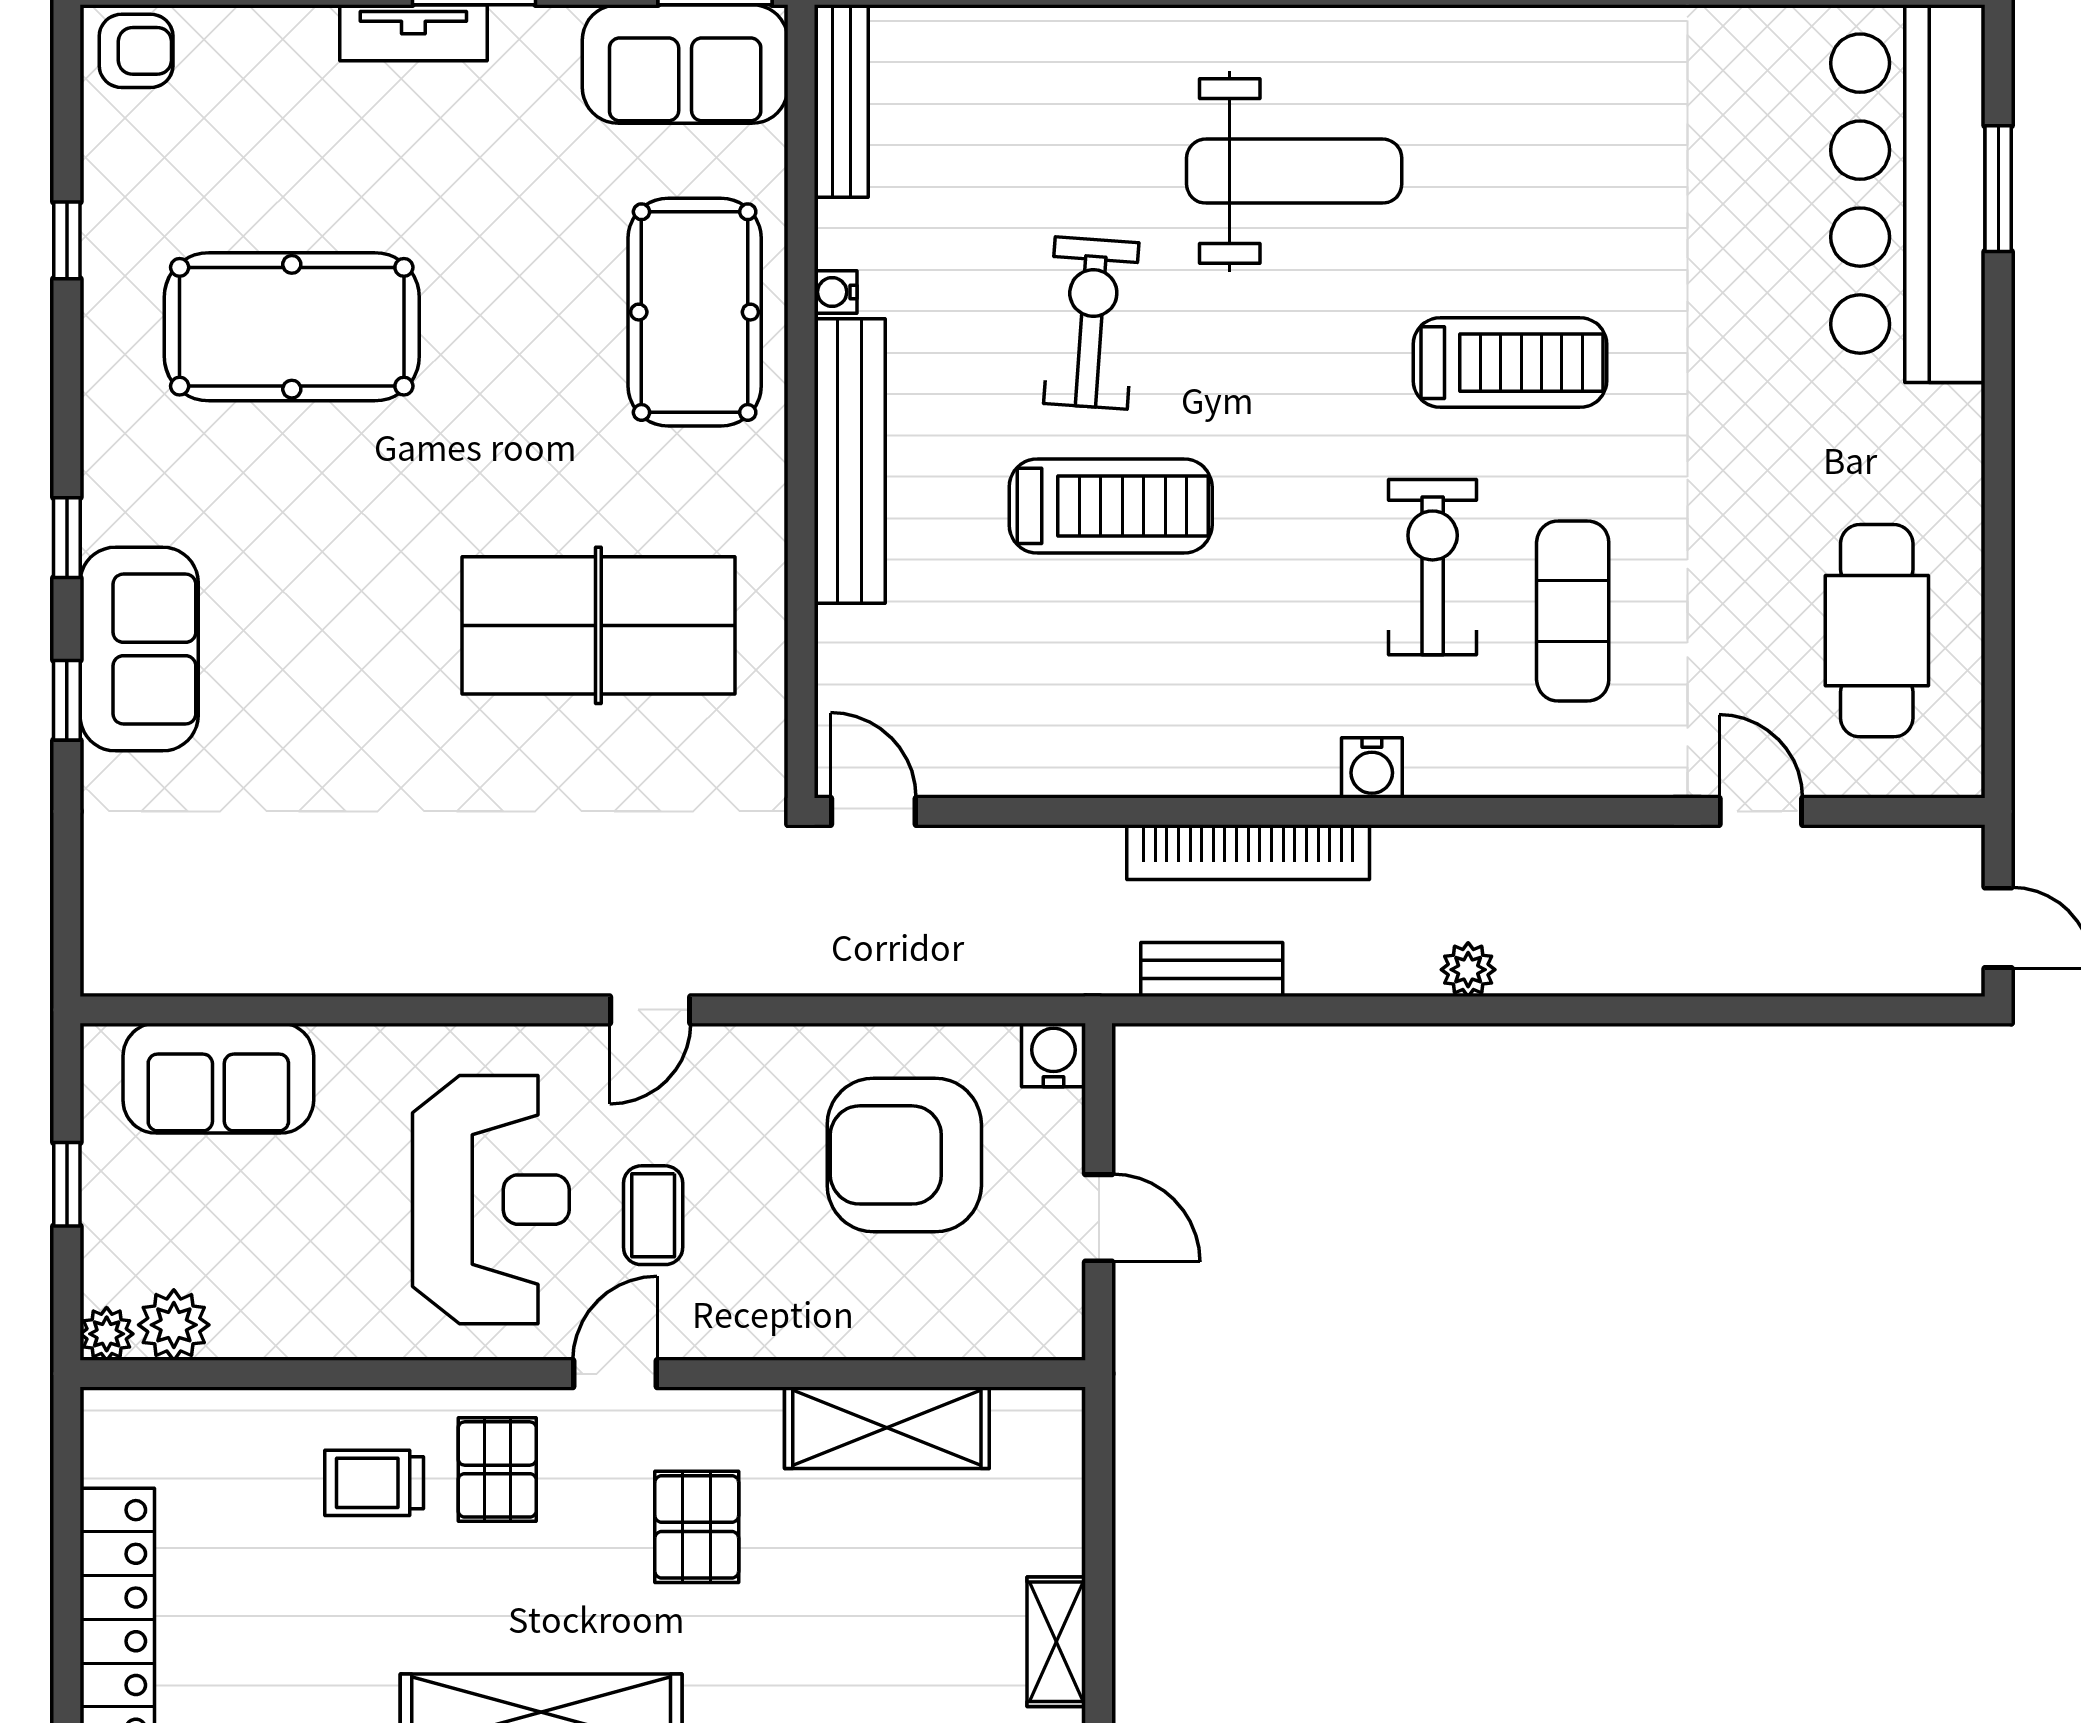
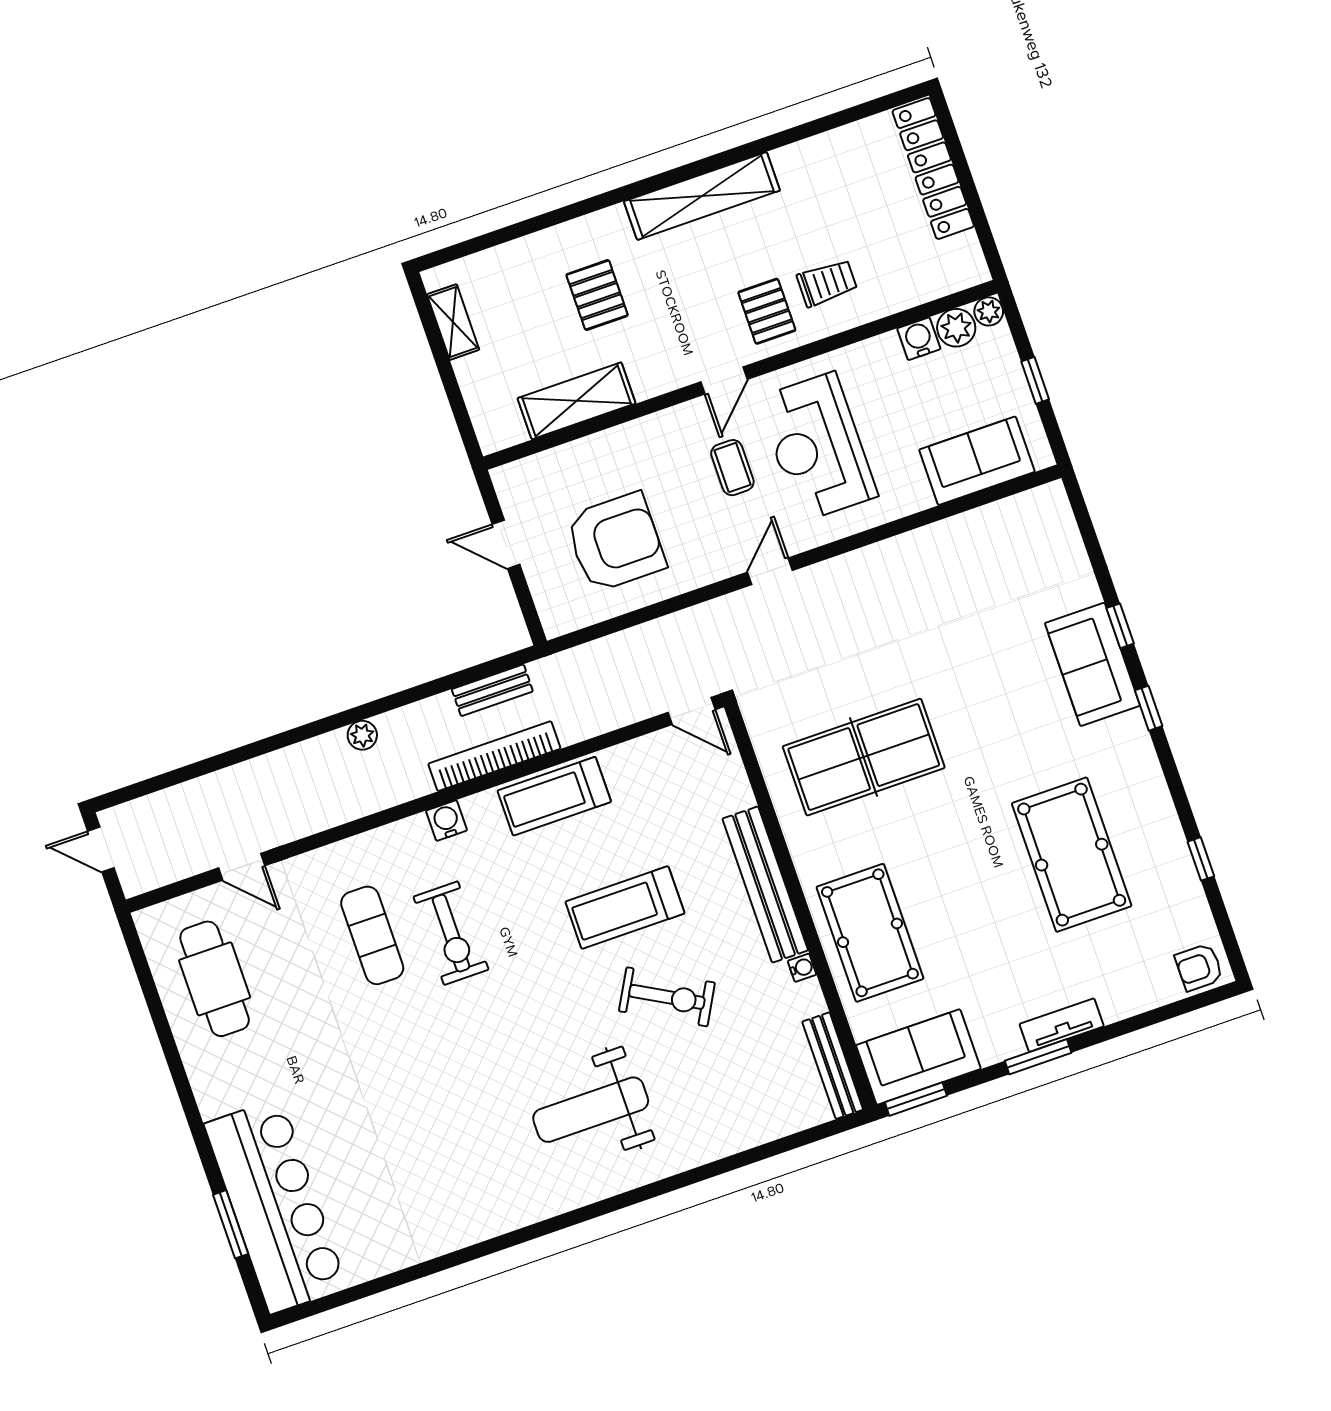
exercise bike: (1091, 323) -> (667, 997), turned -65
pool table: (292, 327) -> (1072, 855), turned 90
treadmill: (1510, 363) -> (554, 796), moved
water cooler: (1053, 1055) -> (919, 339), moved, turned 180
pallet: (697, 1527) -> (597, 295), moved

